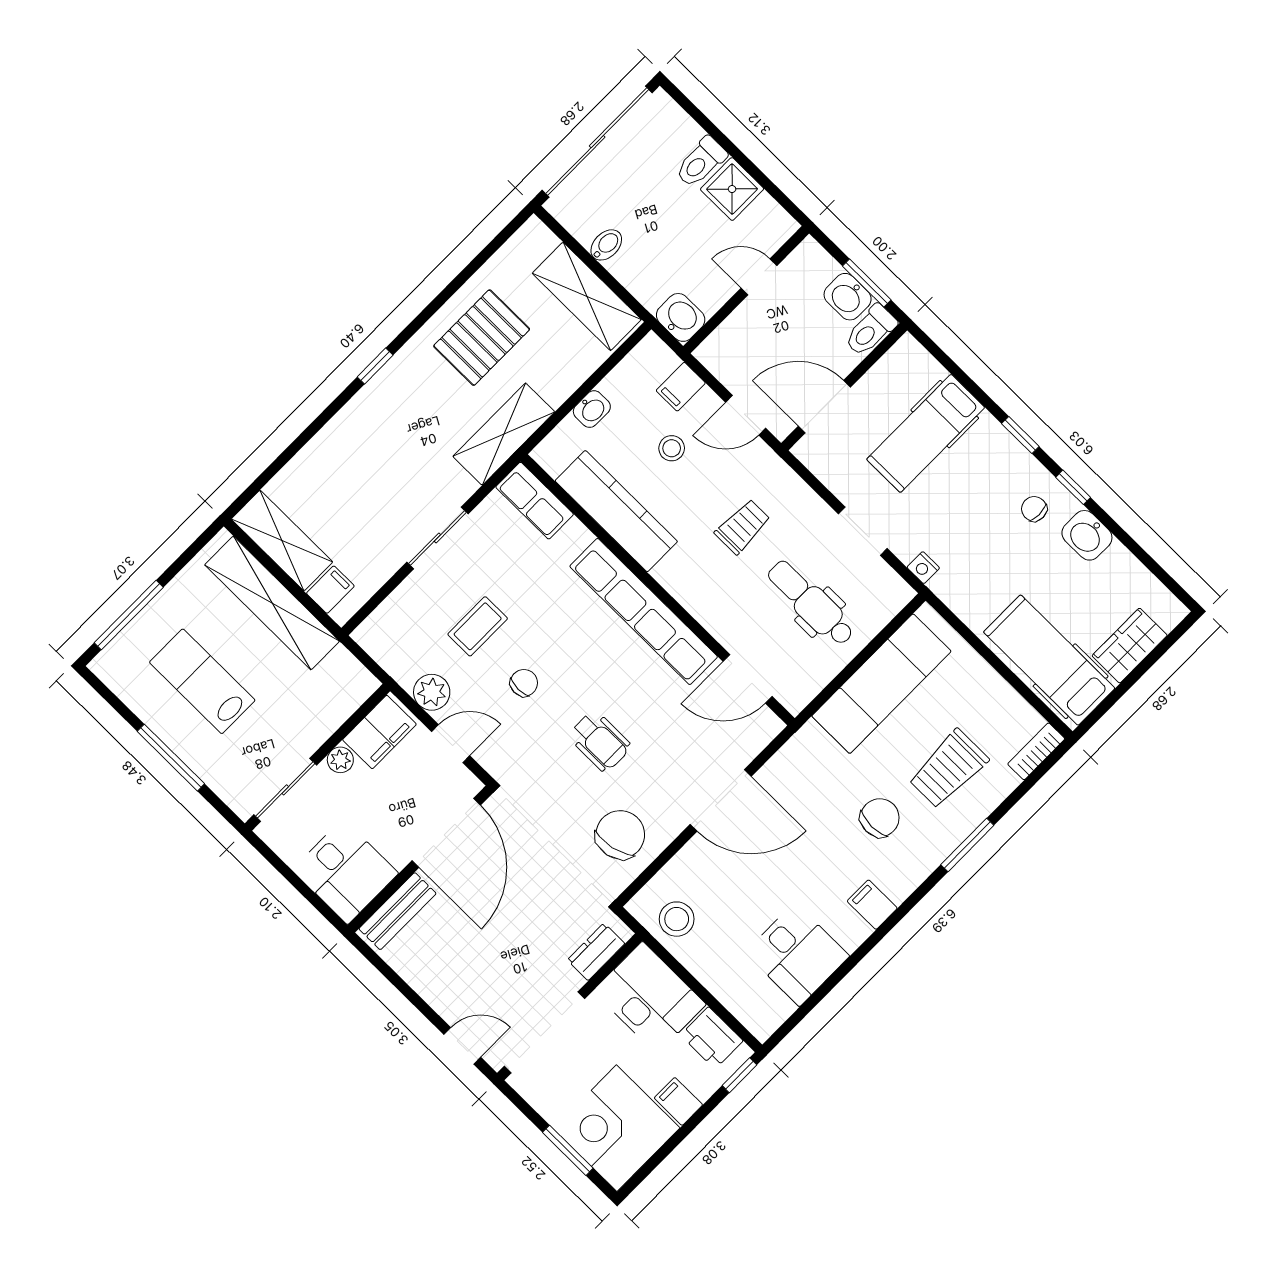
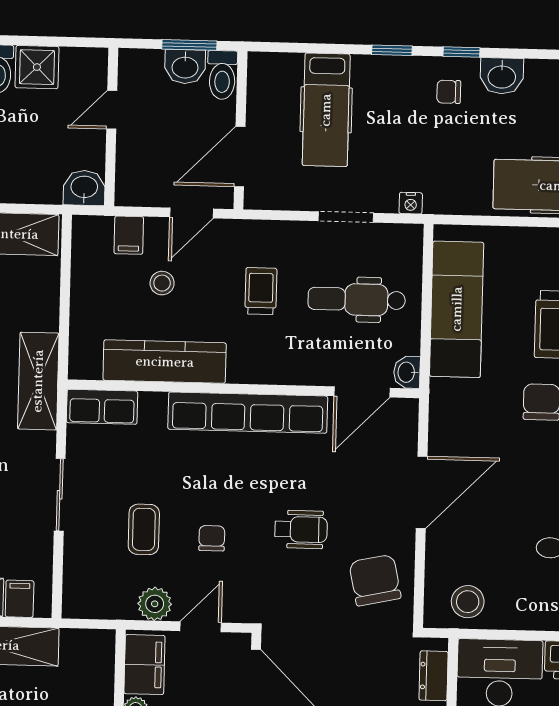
washbasin: (592, 409) -> (407, 372), moved, turned 180

